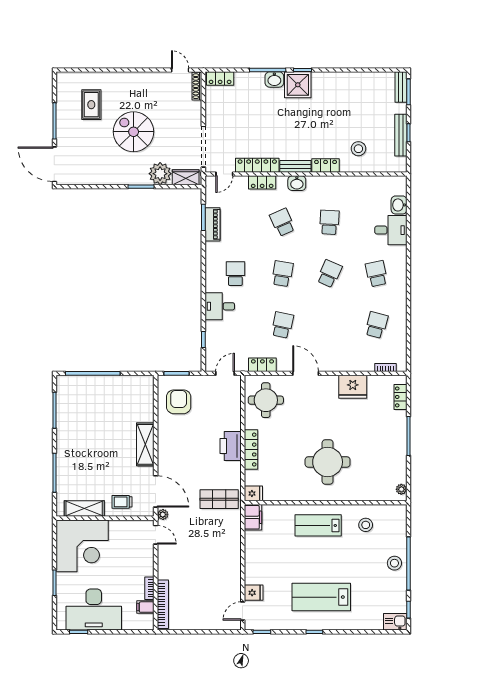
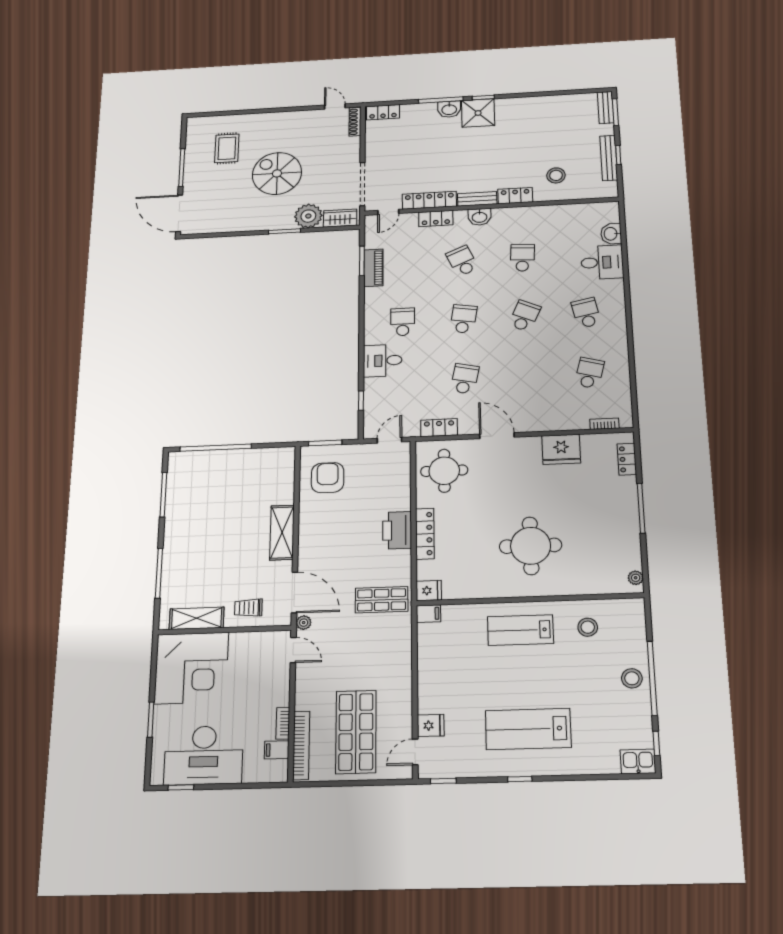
filing cabinet: (253, 517) -> (429, 614), width x0.50
shop shelf: (201, 596) -> (356, 732), added

